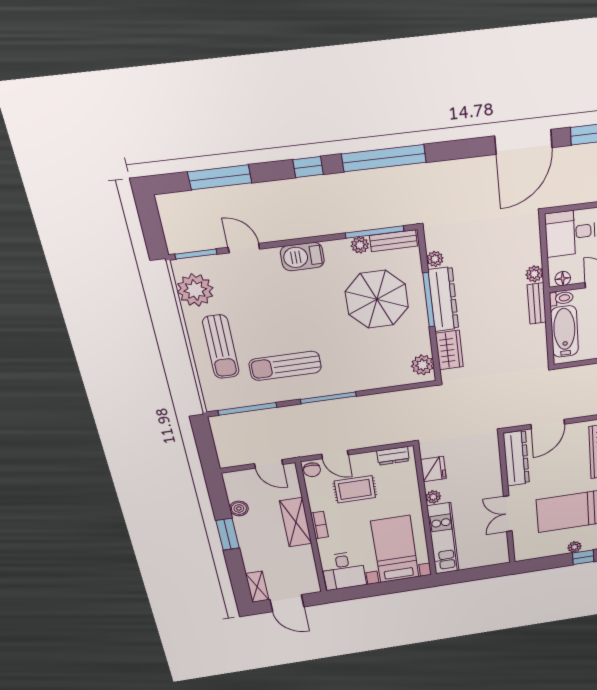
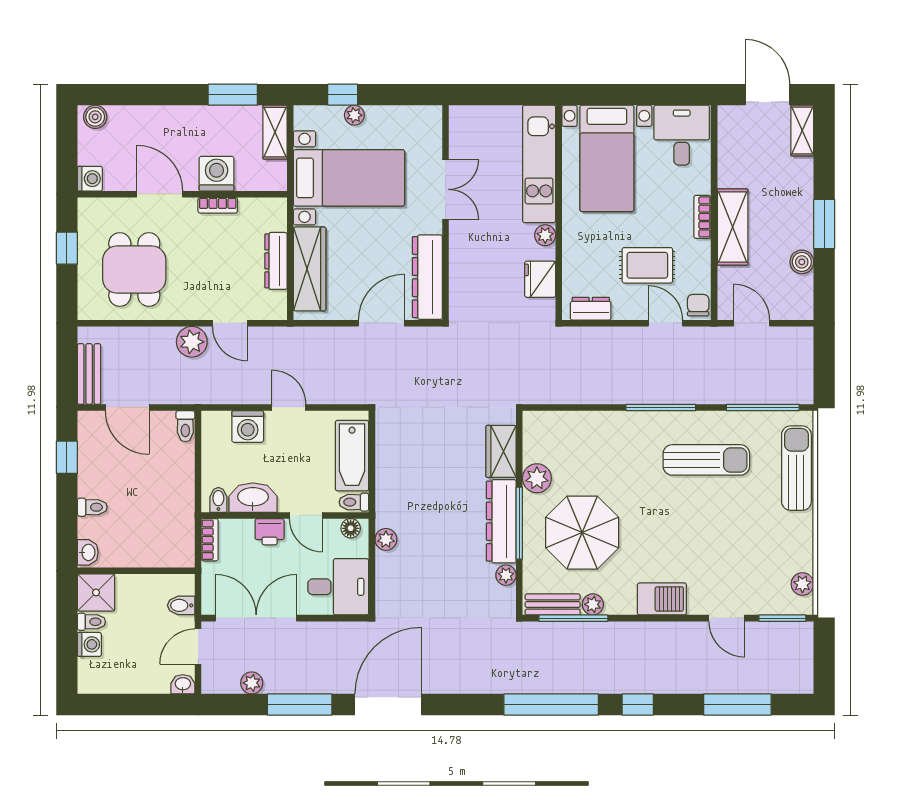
plant: (195, 290) -> (802, 584), width x0.53, depth x0.53
bench: (537, 304) -> (385, 499), removed
sun lounger: (221, 347) -> (796, 468), moved
plant: (423, 365) -> (537, 478), moved

